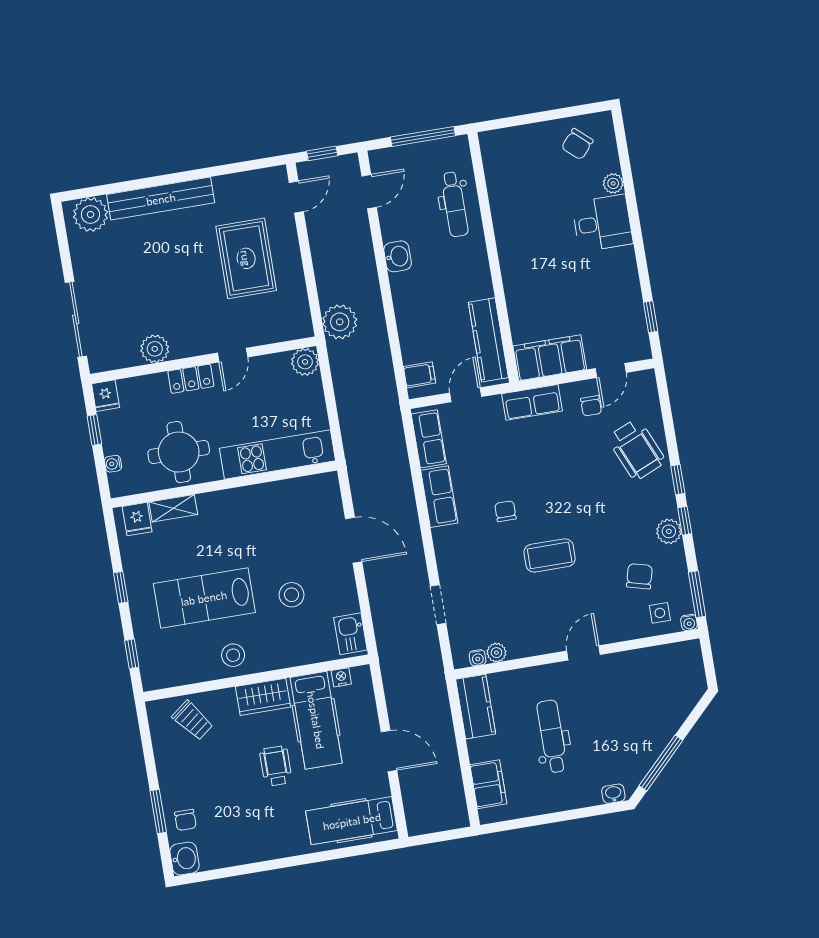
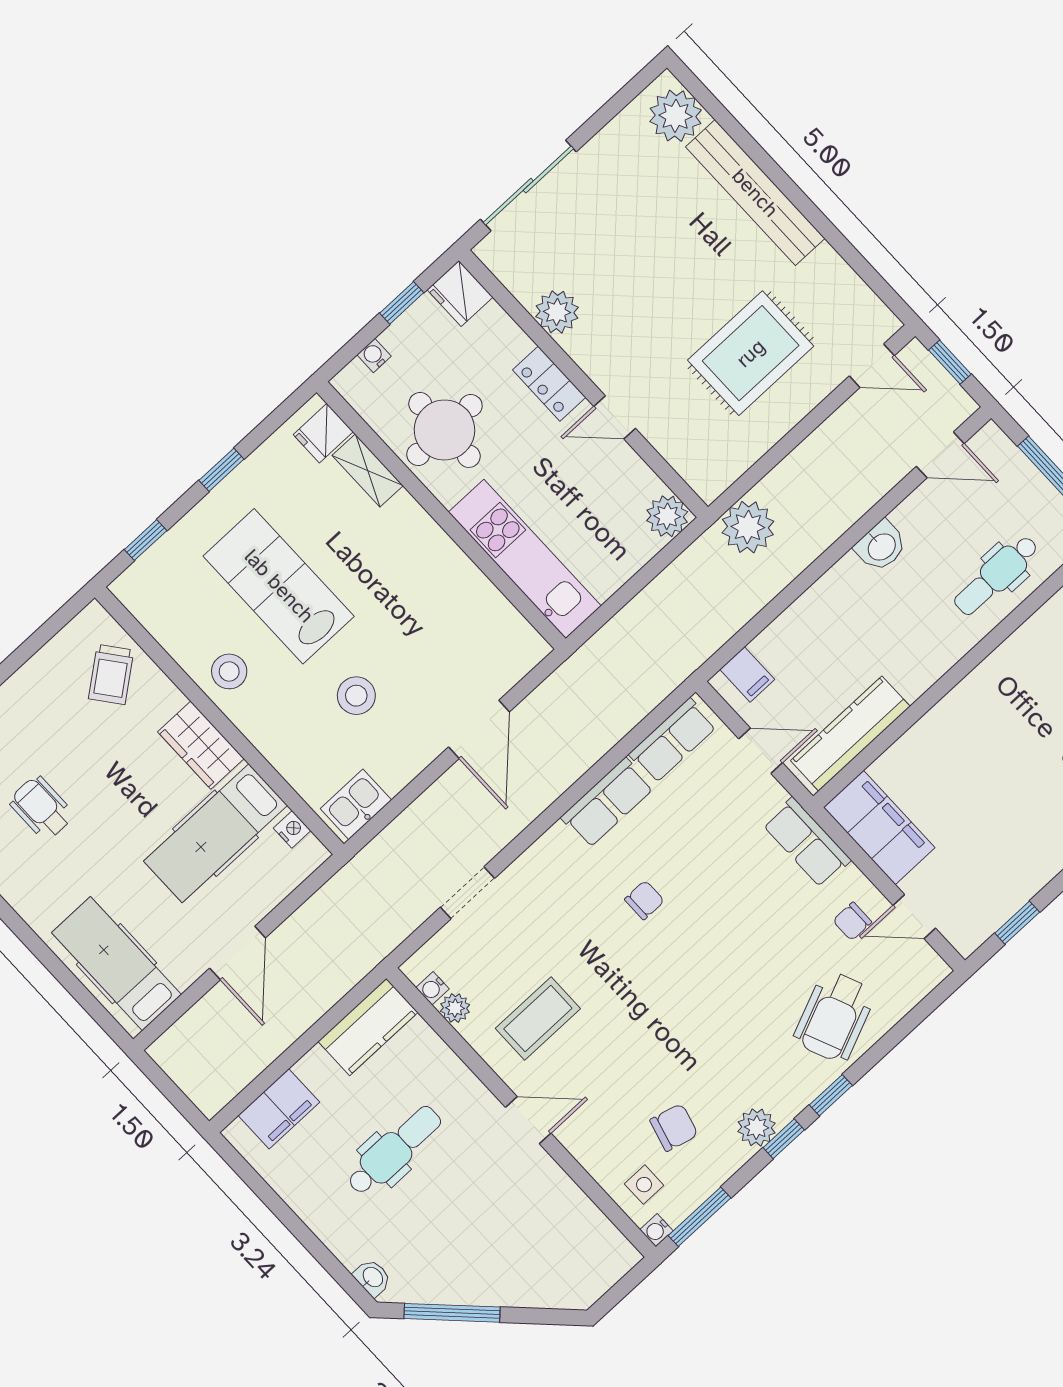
fridge: (106, 396) -> (460, 293), width x1.38
coffee table: (550, 555) -> (538, 1019), moved, turned 90
wheelchair: (276, 766) -> (42, 808), moved, turned -90

